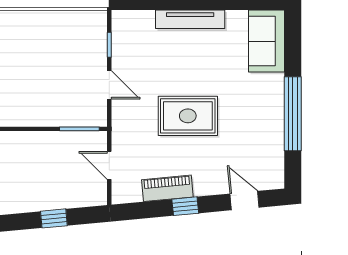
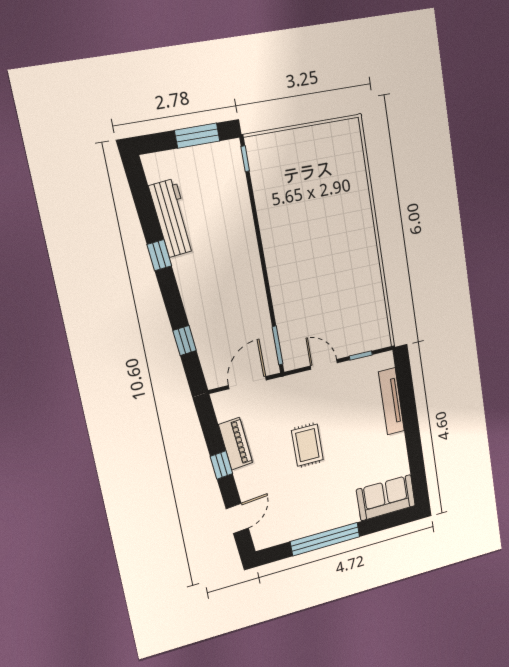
tv unit: (190, 19) -> (391, 401), moved
door: (109, 85) -> (324, 364), swing flipped
rug: (188, 116) -> (307, 445), width x0.73, depth x0.70
door: (109, 165) -> (247, 383), width x1.38

